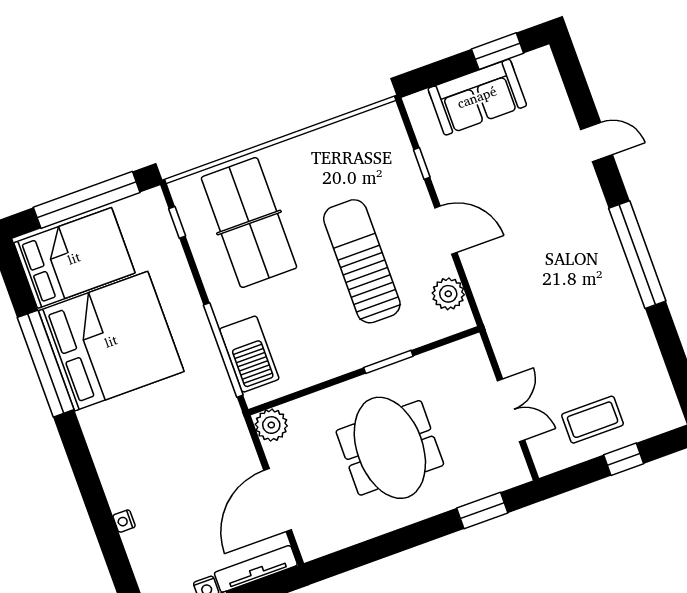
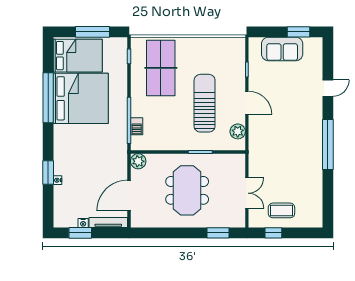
door: (597, 142) -> (328, 88), hinge flipped
window: (87, 200) -> (92, 32), width x0.68
barbecue: (249, 354) -> (137, 126), width x0.53, depth x0.65
window: (624, 459) -> (273, 233), moved
window: (100, 513) -> (48, 173), added

